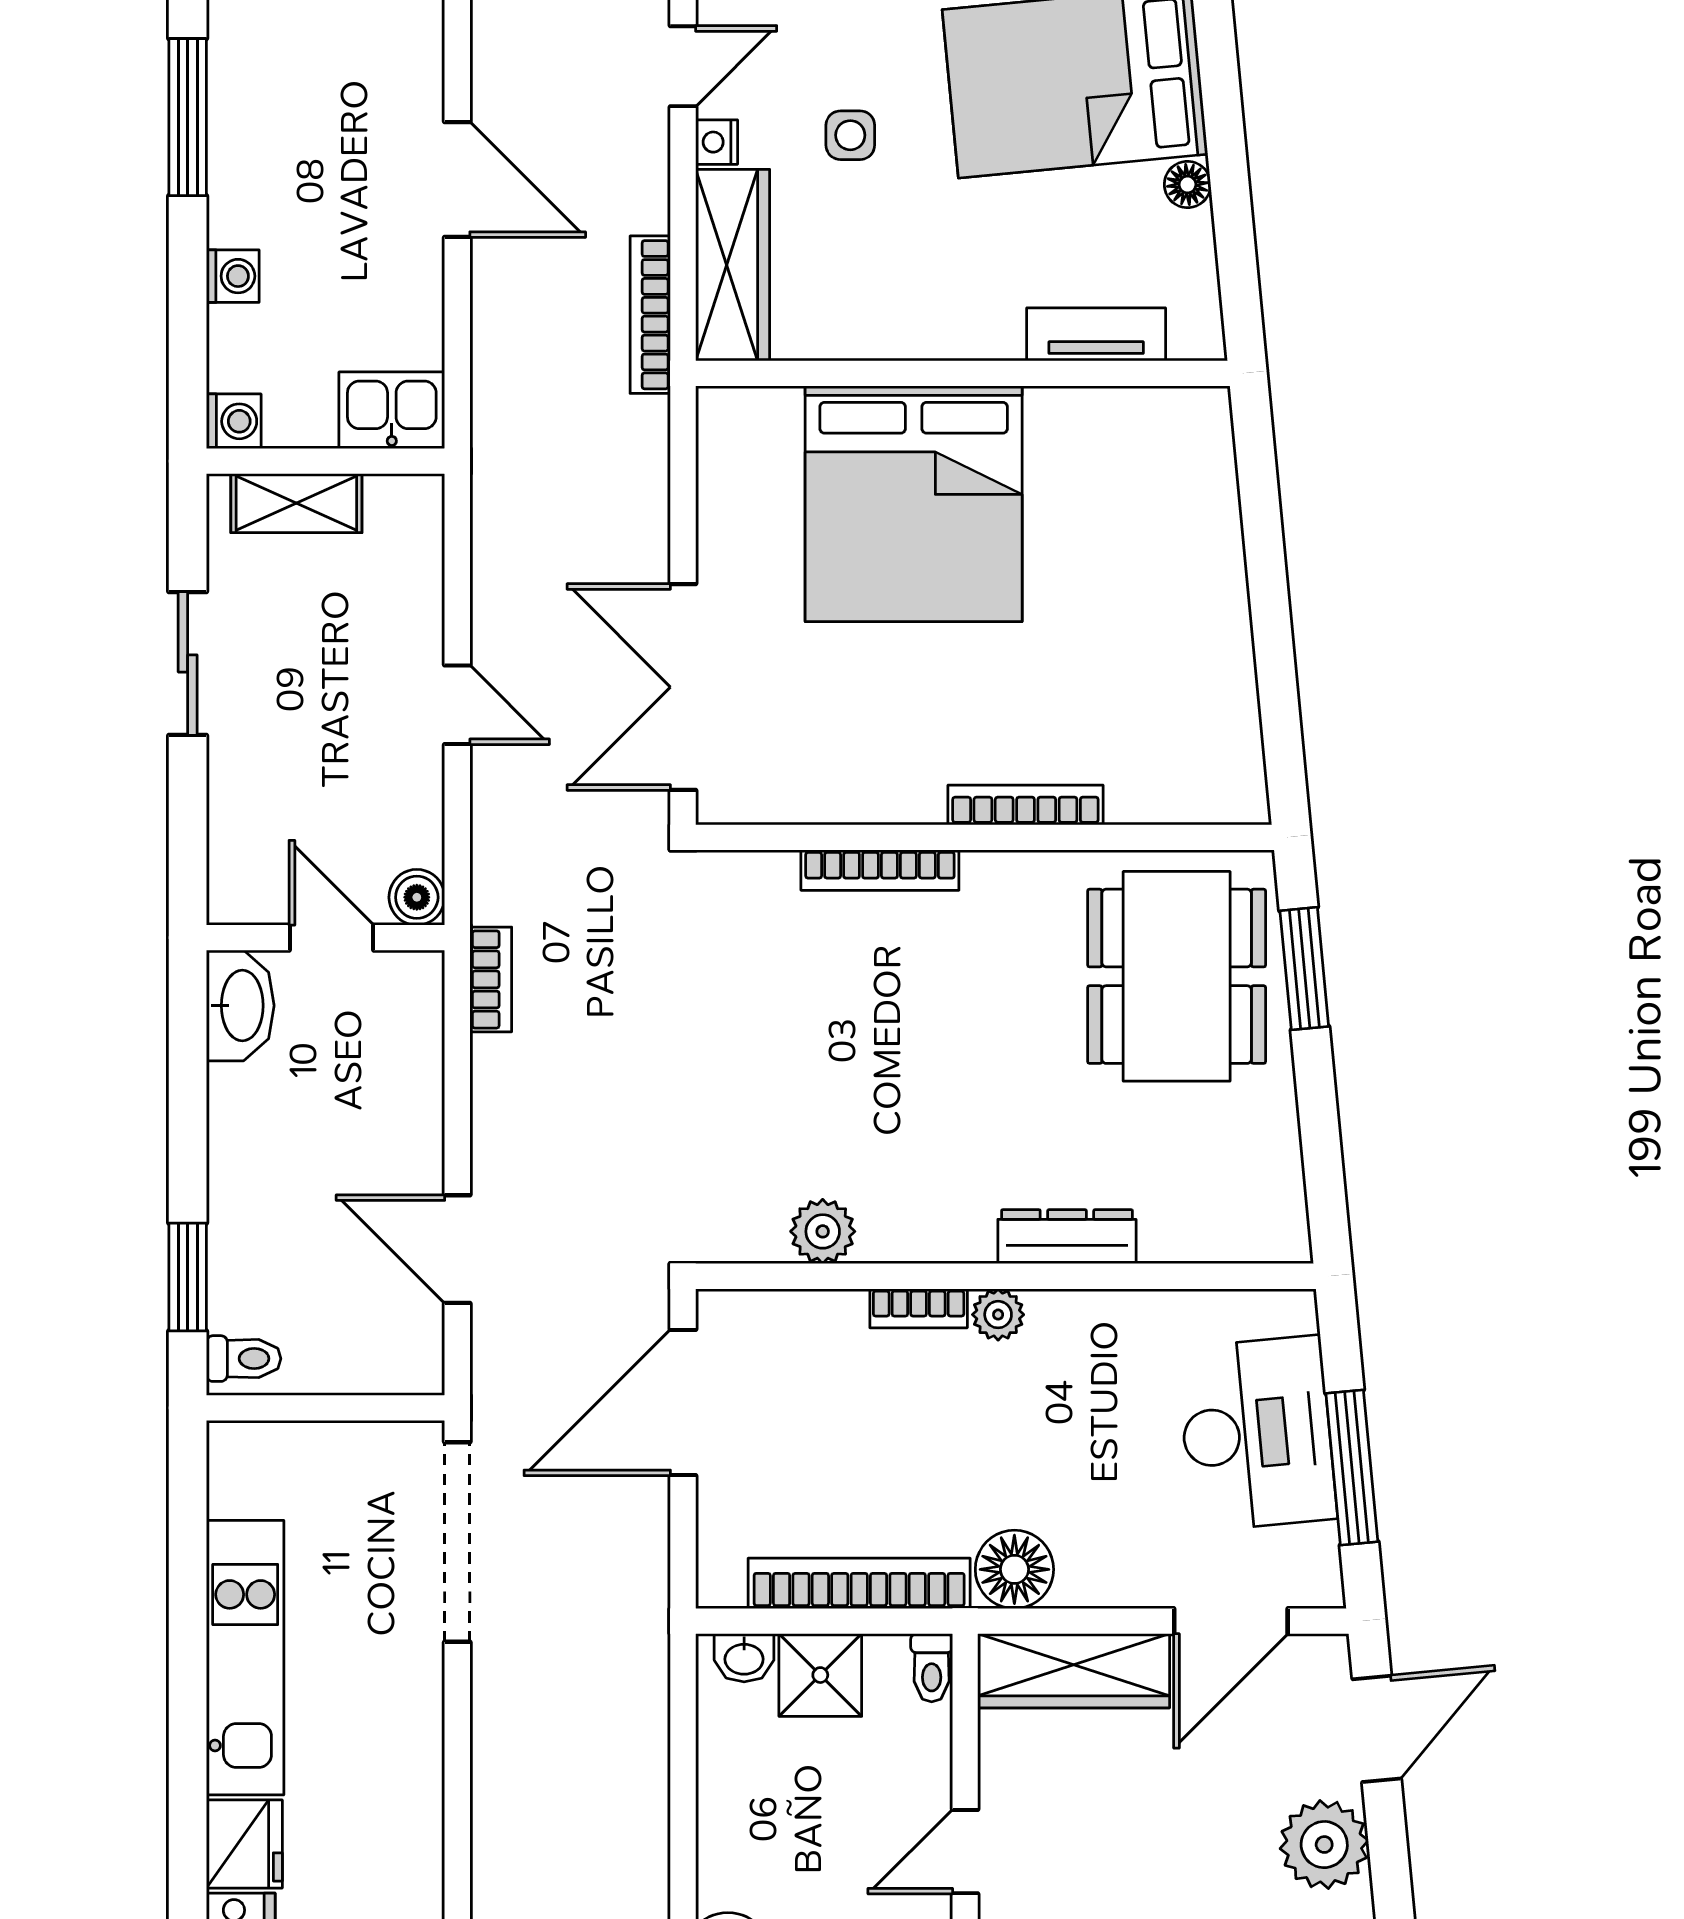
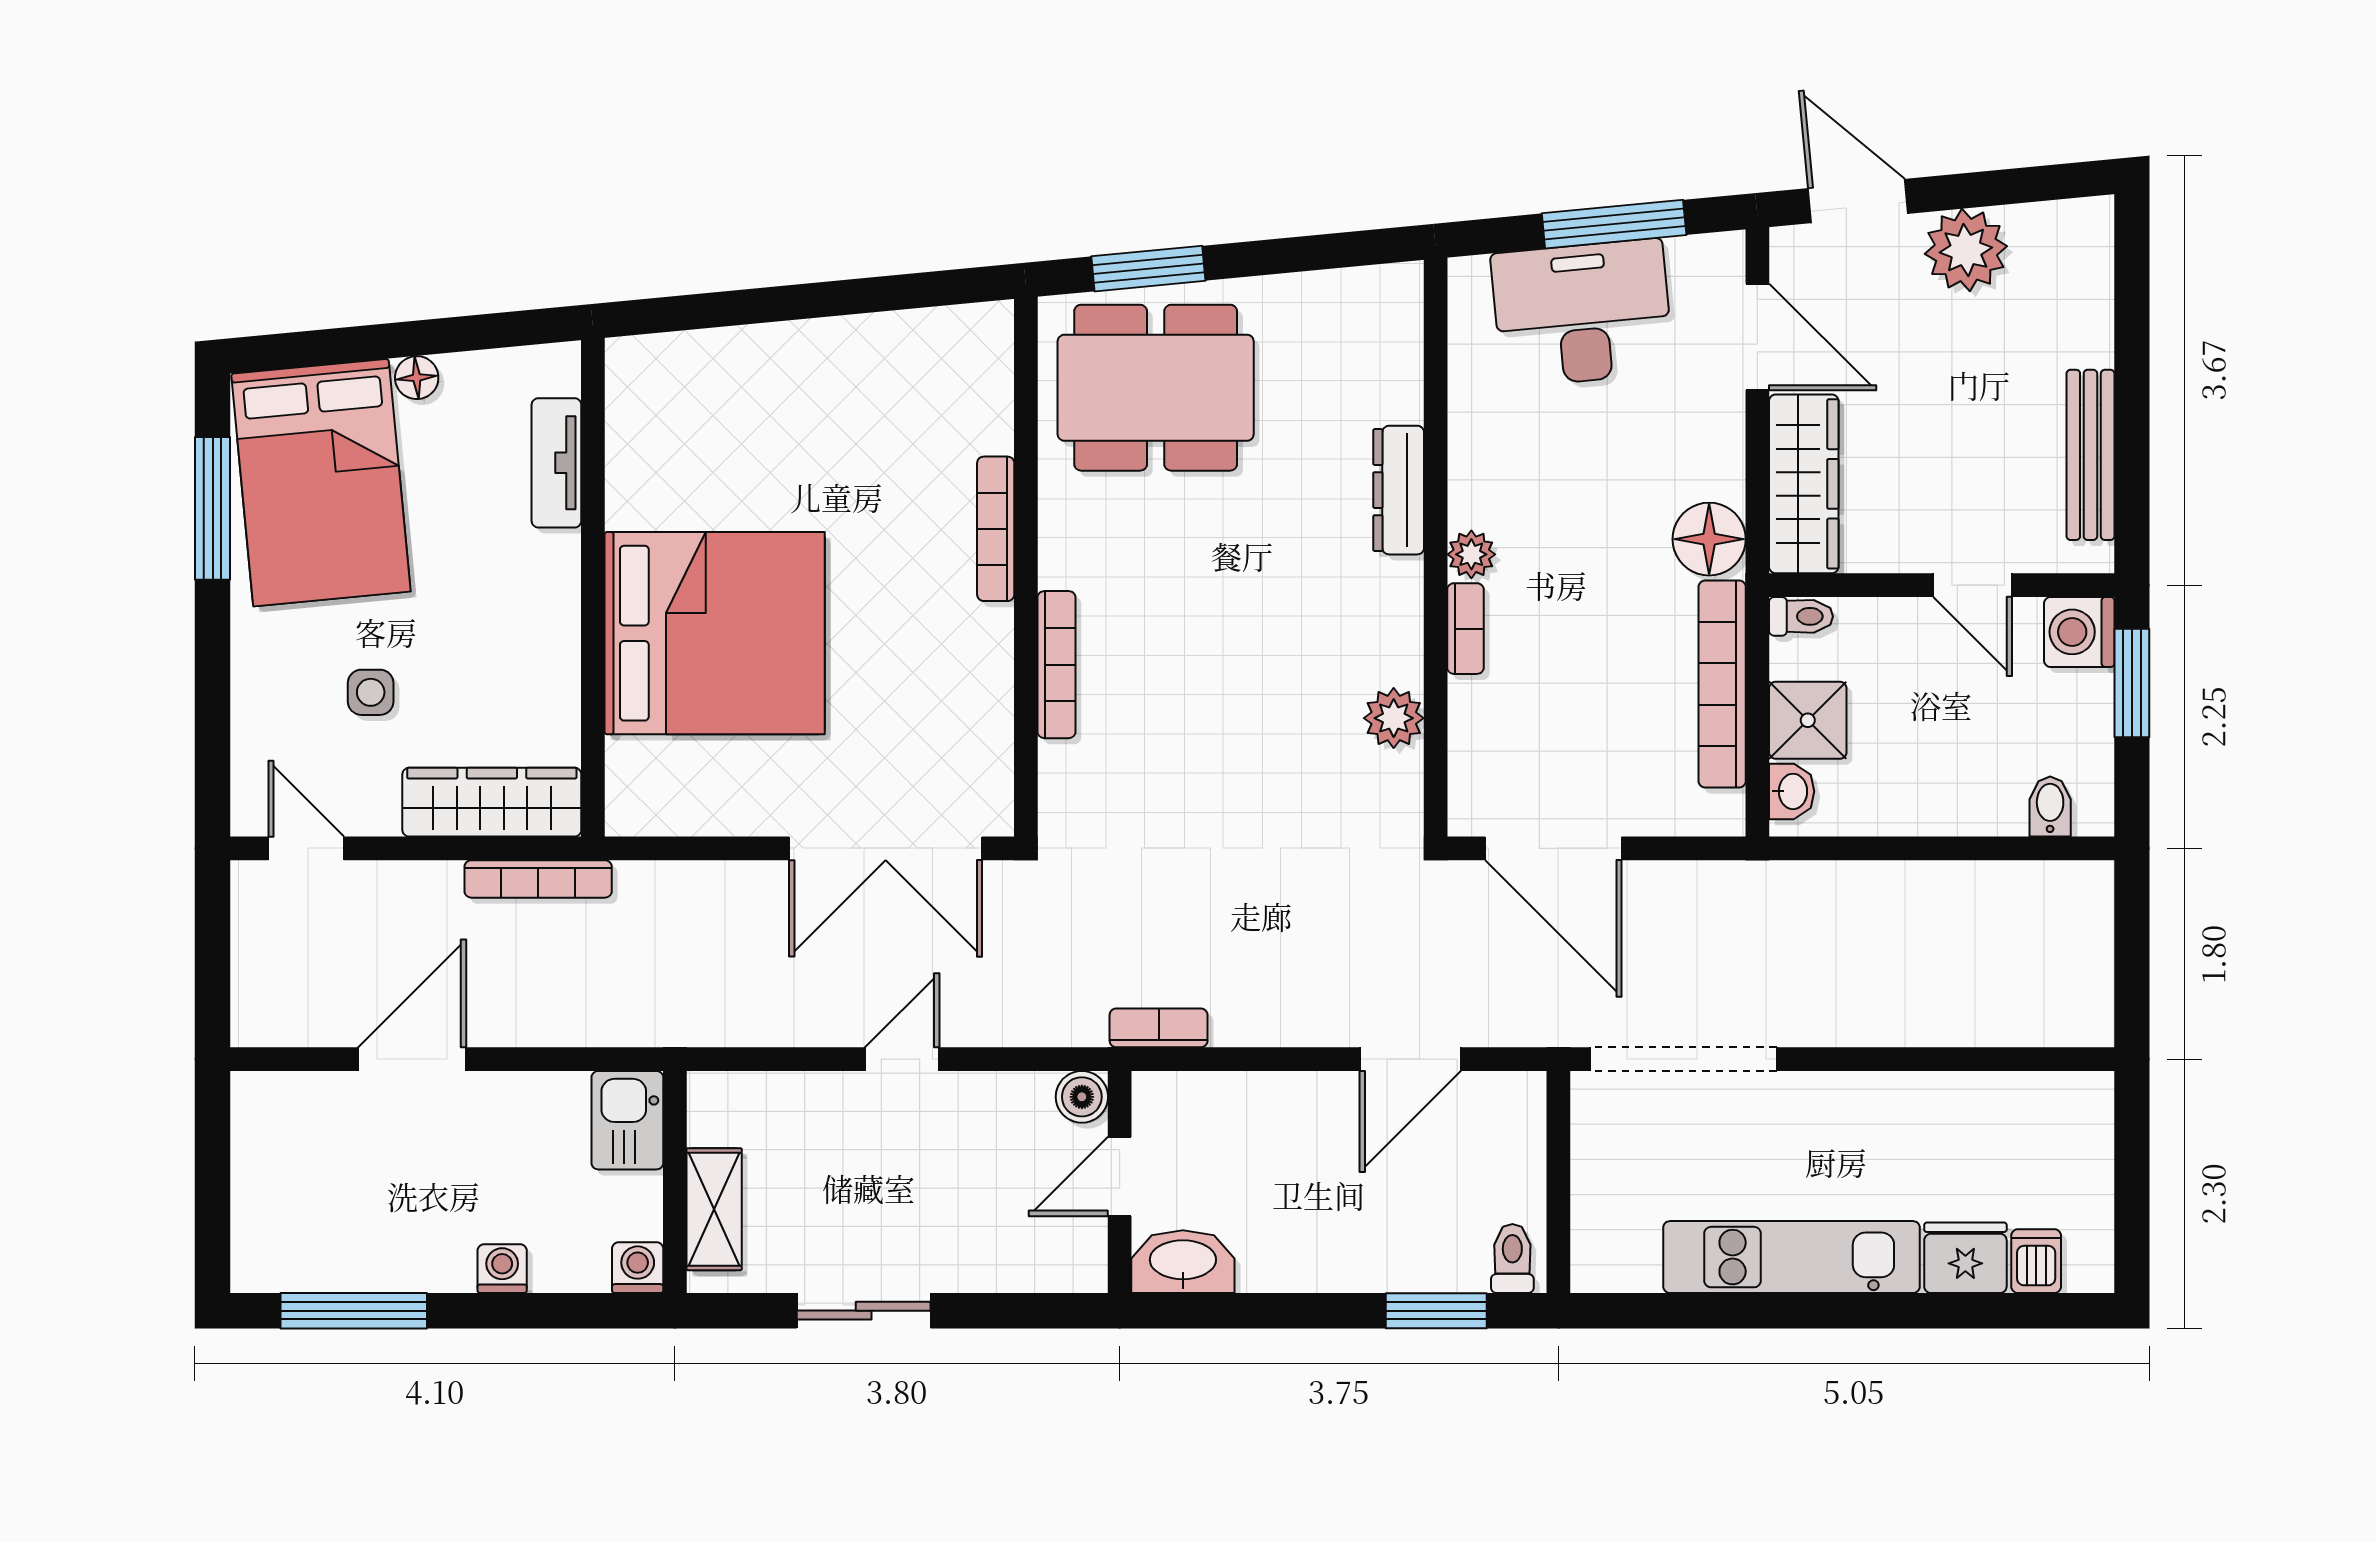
nightstand: (717, 142) -> (377, 817), removed

